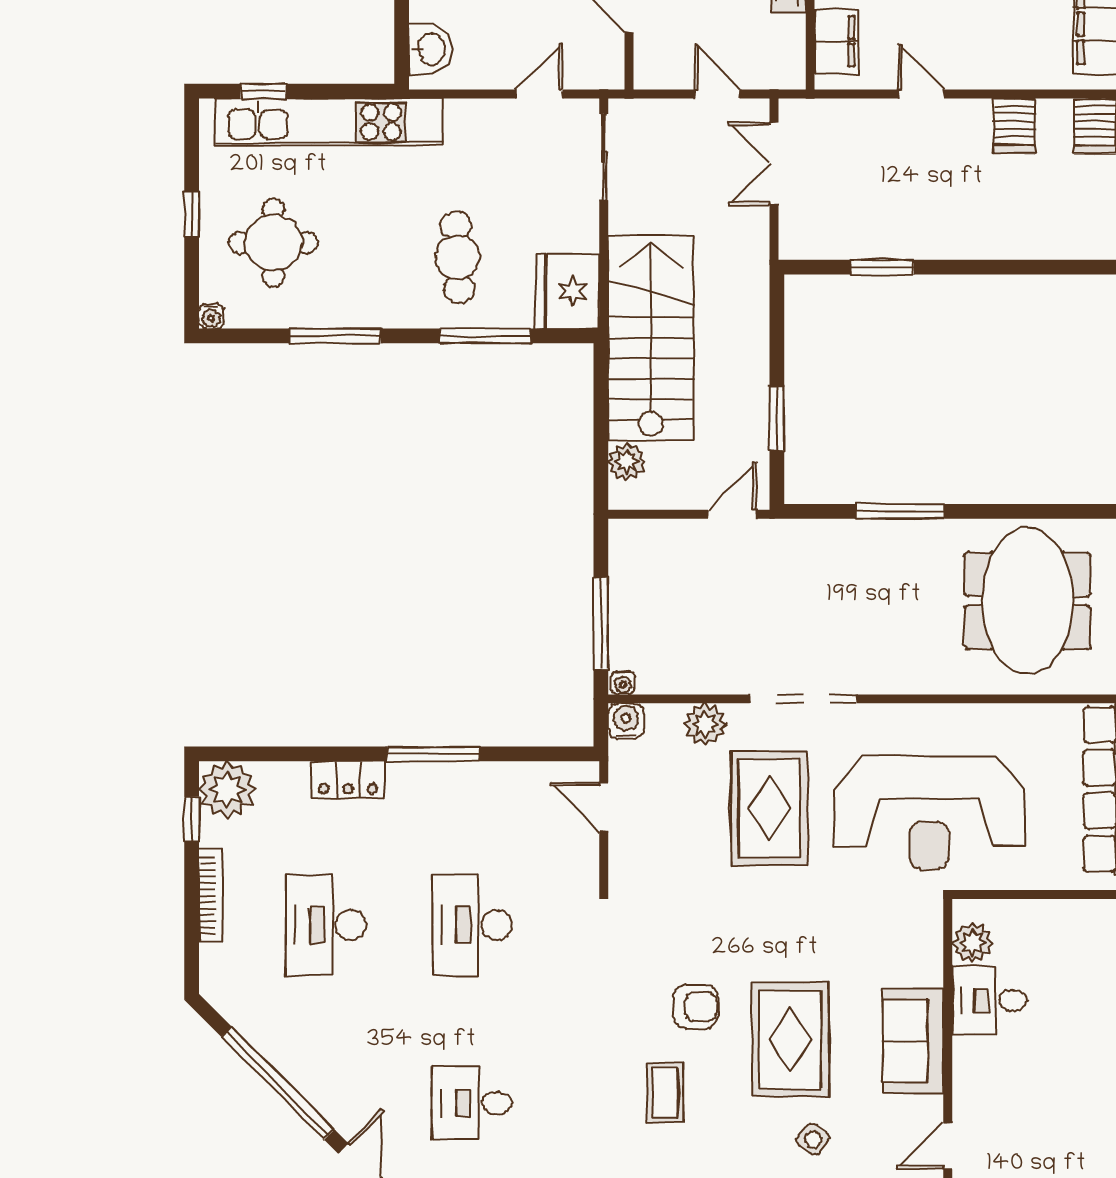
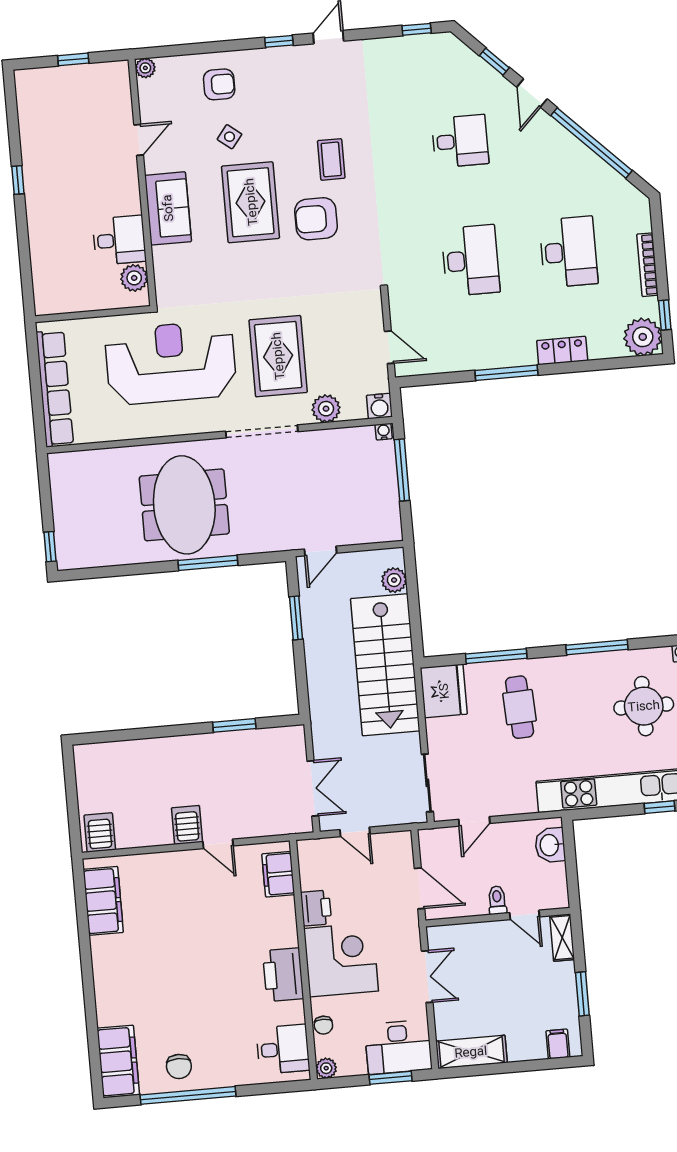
server rack: (1014, 126) -> (187, 825), moved
meeting table: (1027, 601) -> (184, 505), moved
armchair: (695, 1007) -> (316, 219), width x1.38, depth x1.38

